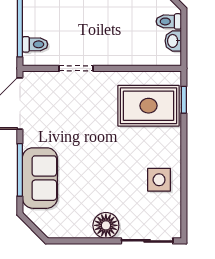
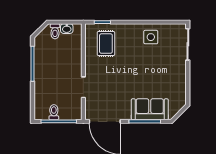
toilet: (35, 44) -> (54, 112), moved
rug: (148, 106) -> (106, 44), width x0.73, depth x0.70
floor lamp: (106, 225) -> (178, 69), removed

